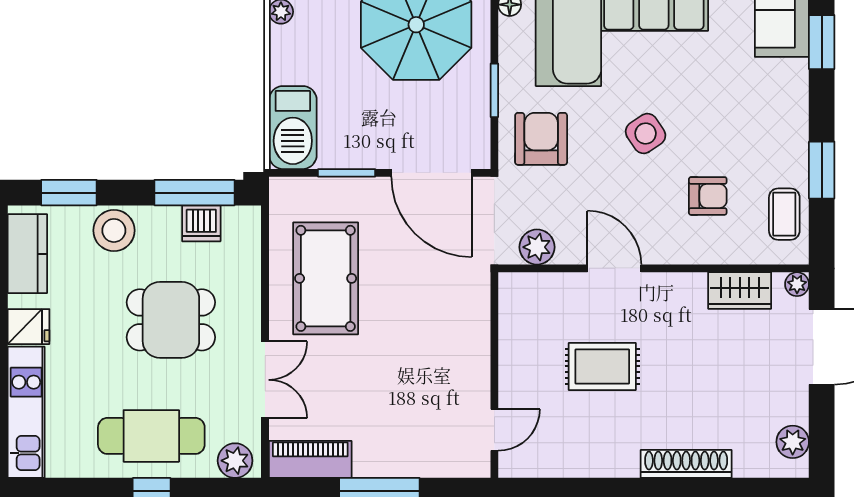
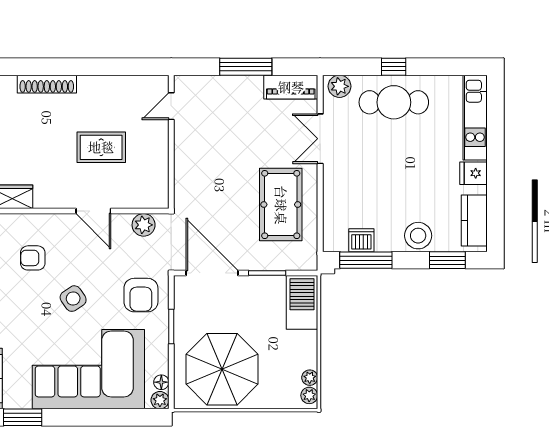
dining table: (171, 320) -> (381, 178), removed

